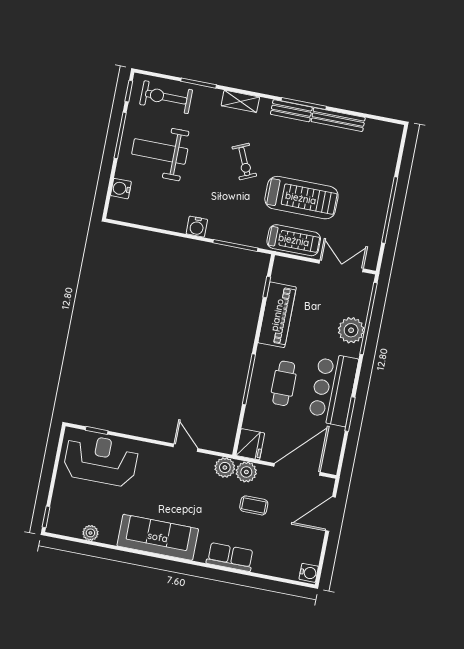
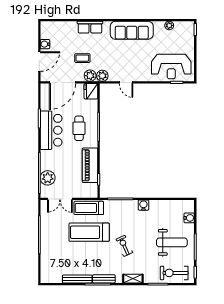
exercise bike: (166, 97) -> (174, 273), turned 180
plant: (351, 330) -> (48, 178), moved
water cooler: (309, 573) -> (45, 44), moved

